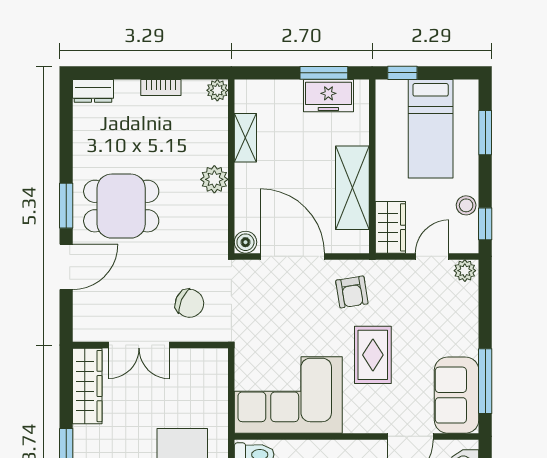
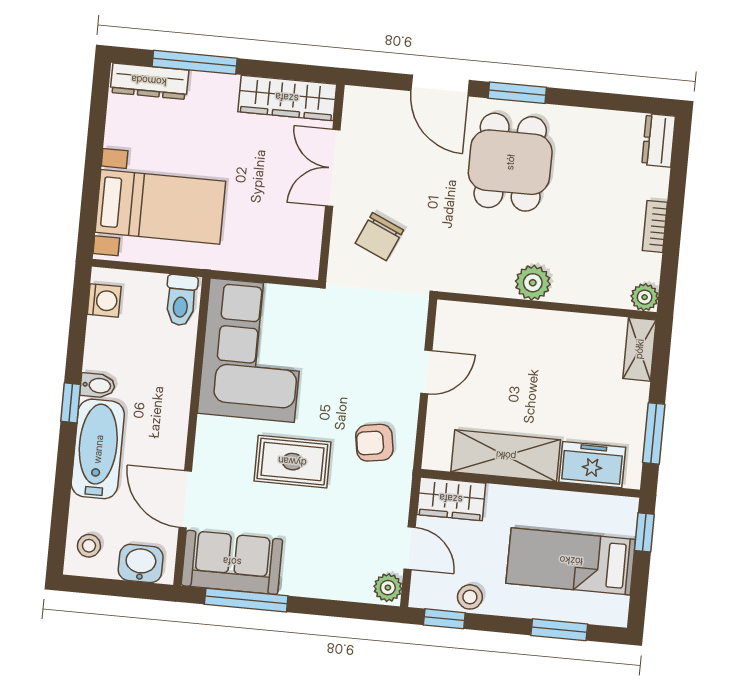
freezer: (328, 96) -> (592, 465), moved, turned 90
shelving: (245, 138) -> (639, 349), moved, turned 90
boiler: (245, 242) -> (450, 315), removed
door: (292, 256) -> (426, 372), width x0.53

